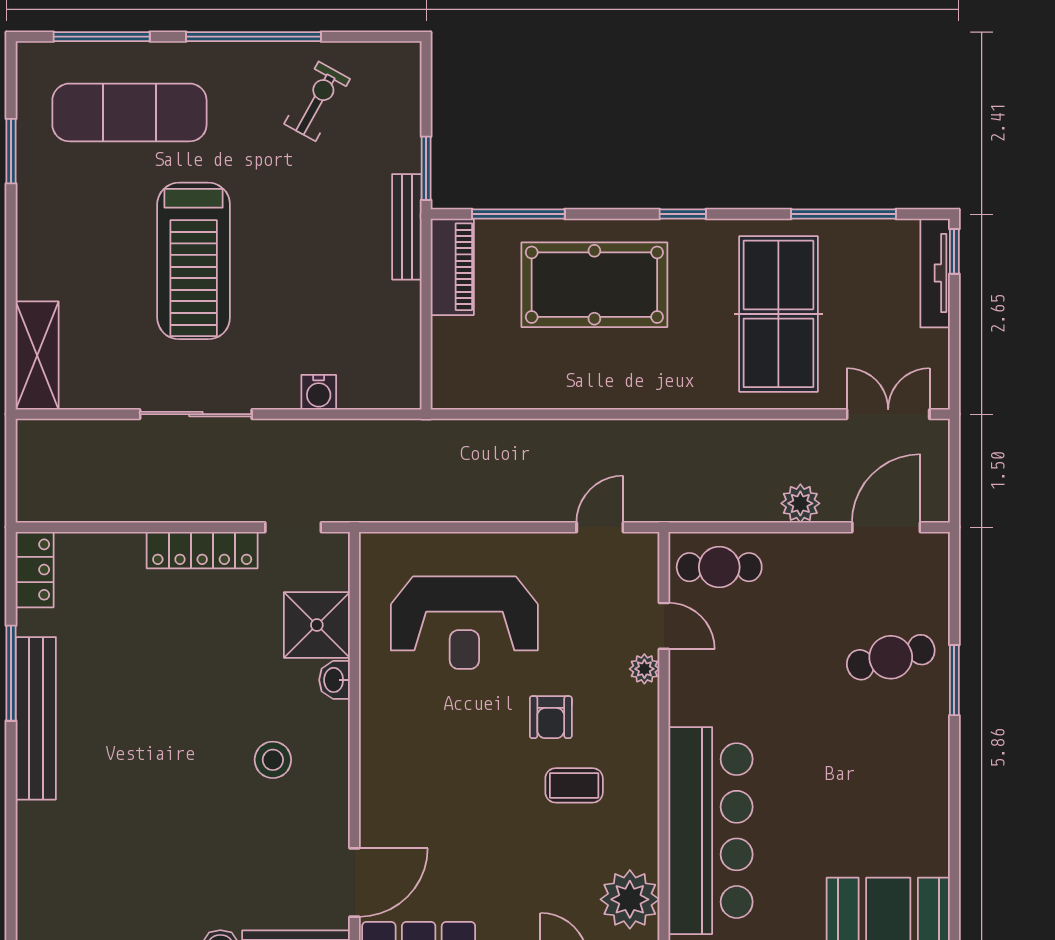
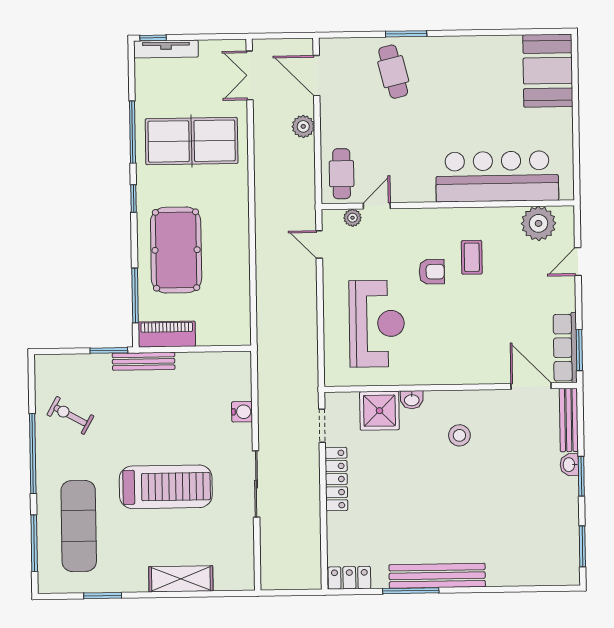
window: (843, 214) -> (132, 132), moved
shelving: (37, 355) -> (181, 579), moved
plant: (644, 669) -> (353, 218), moved

